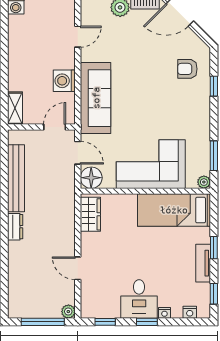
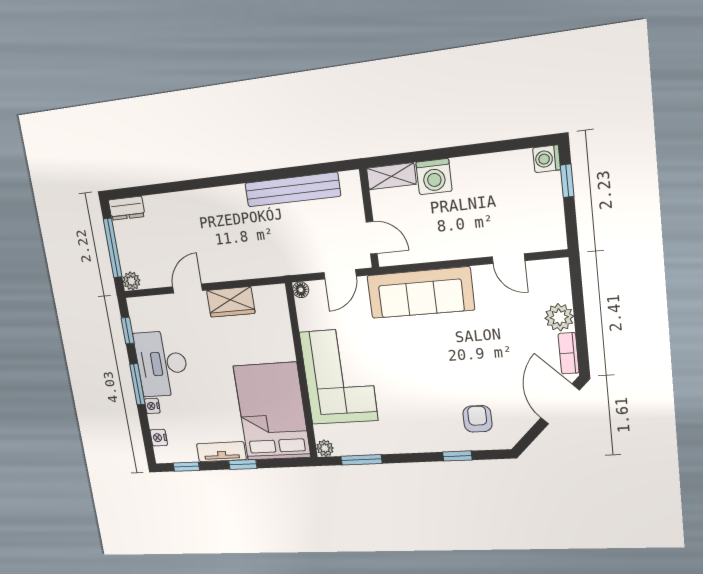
washing machine: (64, 81) -> (434, 177), moved, turned 180
floor lamp: (91, 178) -> (301, 290), width x0.53, depth x0.53
bed: (174, 210) -> (272, 412), width x1.50
wardrobe: (90, 214) -> (231, 302), moved
dresser: (15, 227) -> (127, 208), moved
desk: (139, 299) -> (162, 364), width x1.37
window: (147, 322) -> (137, 384), width x1.50

